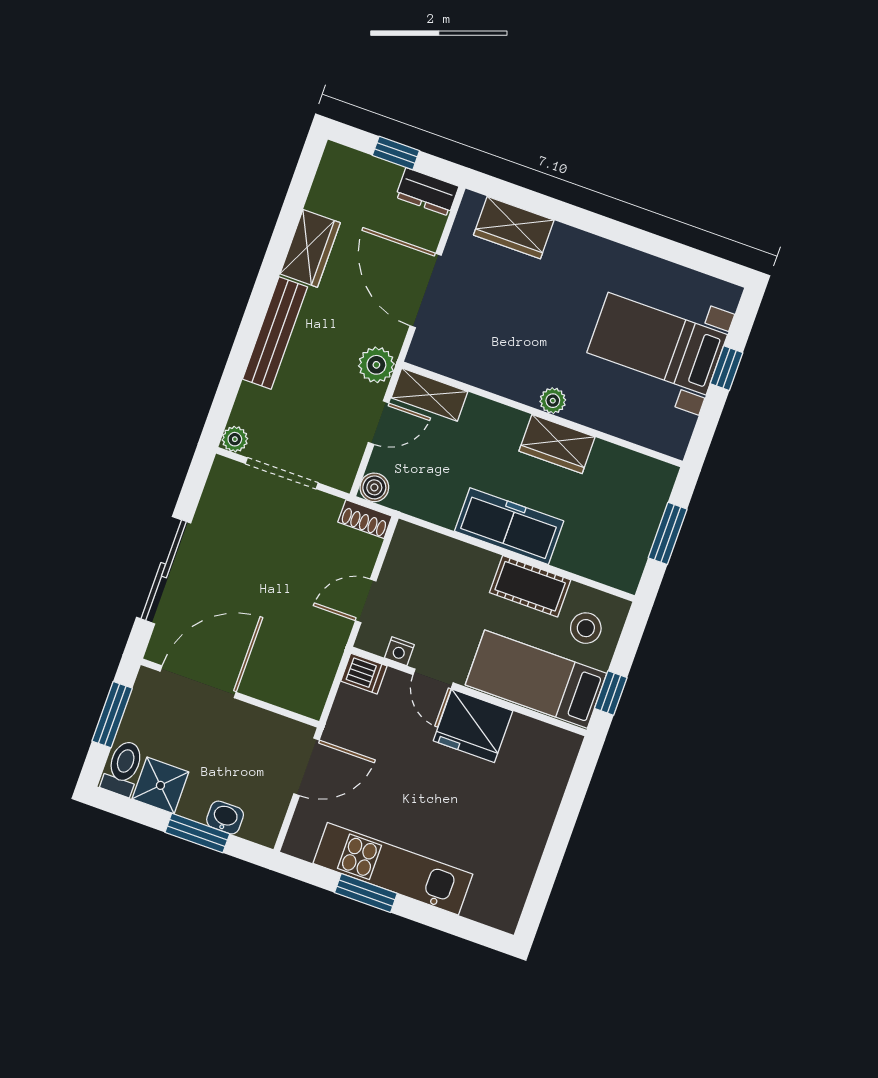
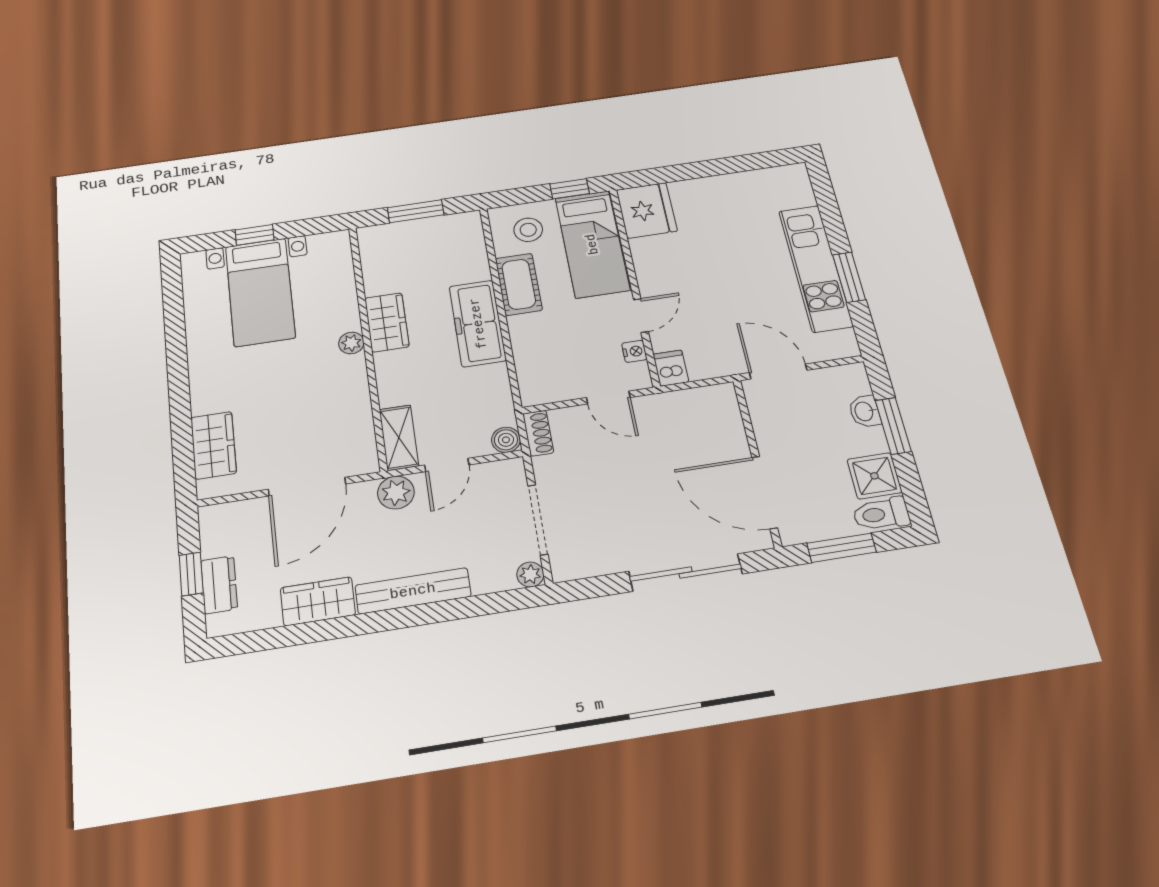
dresser: (427, 192) -> (219, 585), moved
door: (379, 423) -> (447, 465), swing flipped
fridge: (473, 726) -> (646, 210), moved

